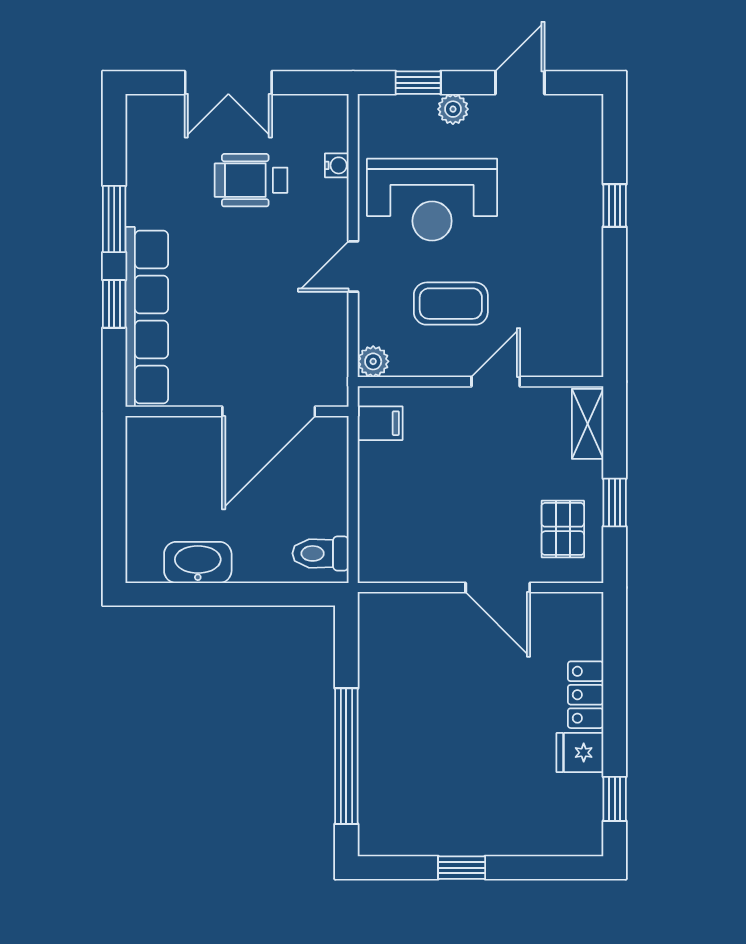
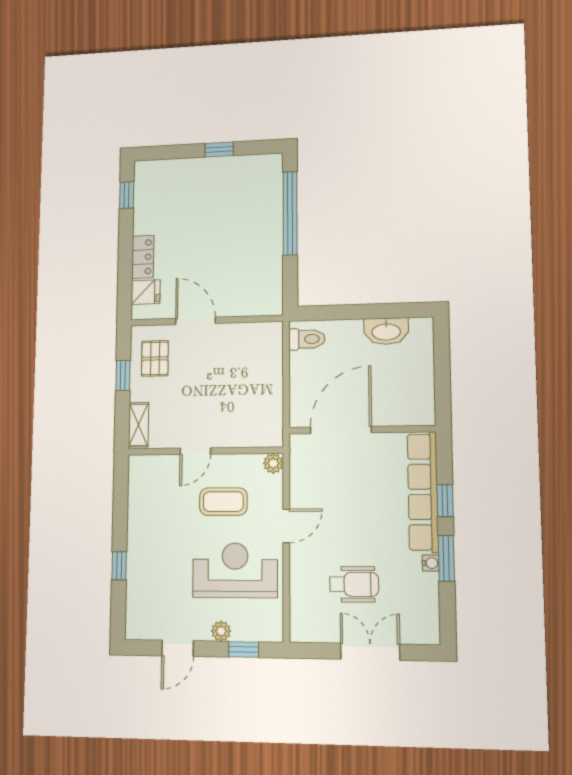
water cooler: (337, 165) -> (431, 563), moved, turned 180
filing cabinet: (380, 423) -> (269, 423), removed
fridge: (580, 753) -> (146, 292), moved

